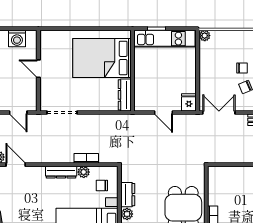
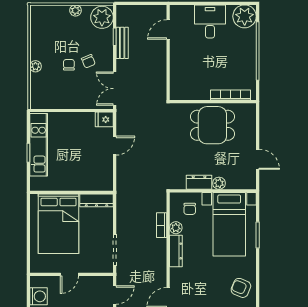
plant: (205, 36) -> (35, 66), moved
bed: (102, 58) -> (59, 224), moved
wall: (132, 71) -> (71, 192), moved
dresser: (125, 95) -> (97, 200), moved

